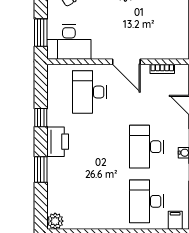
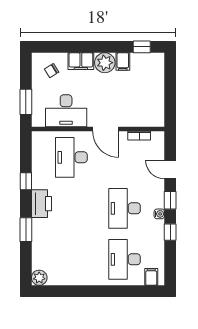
desk: (69, 42) -> (66, 111), moved

